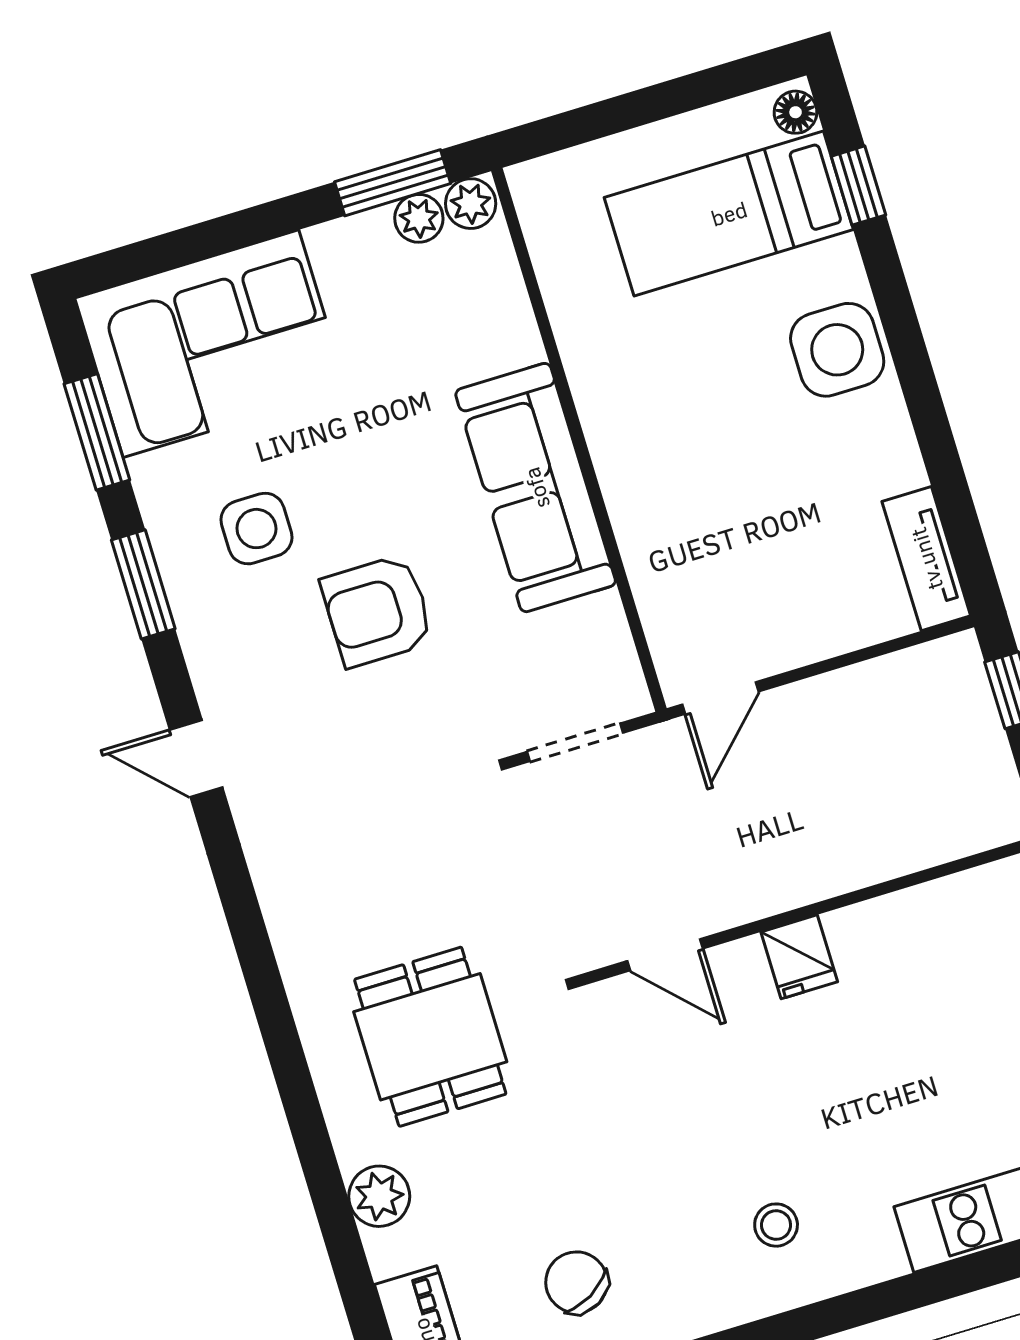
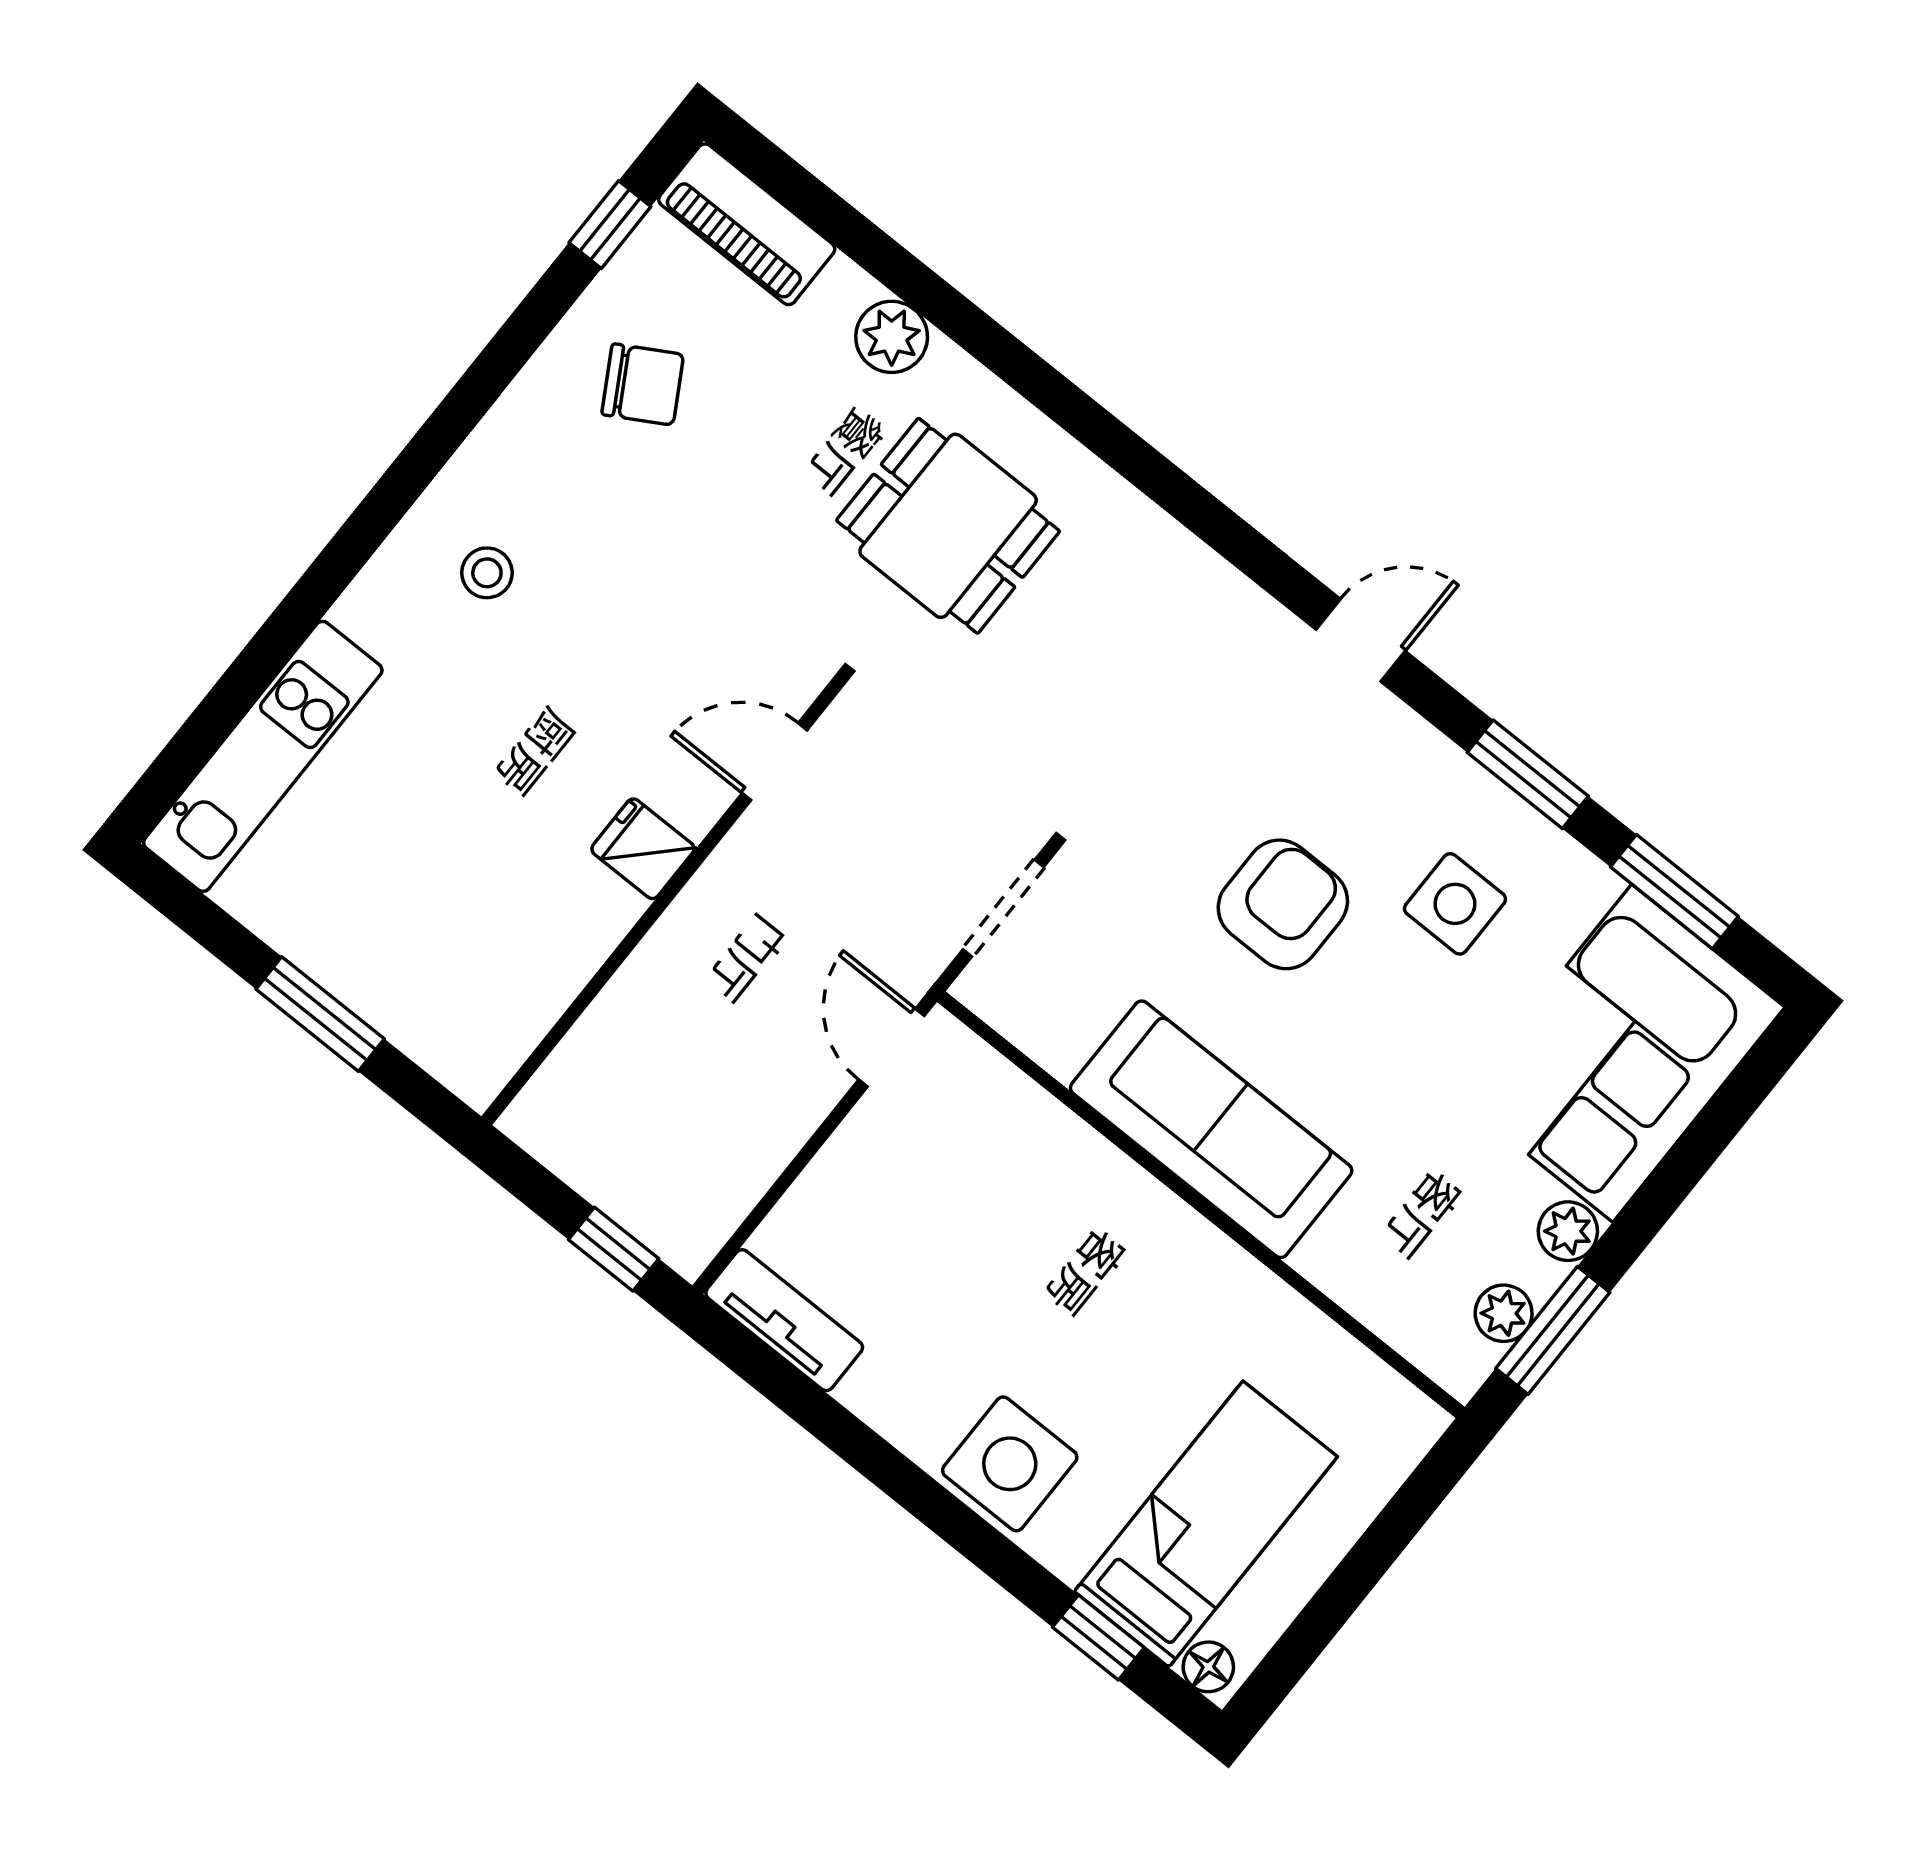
plant: (471, 204) -> (1568, 1231), moved

